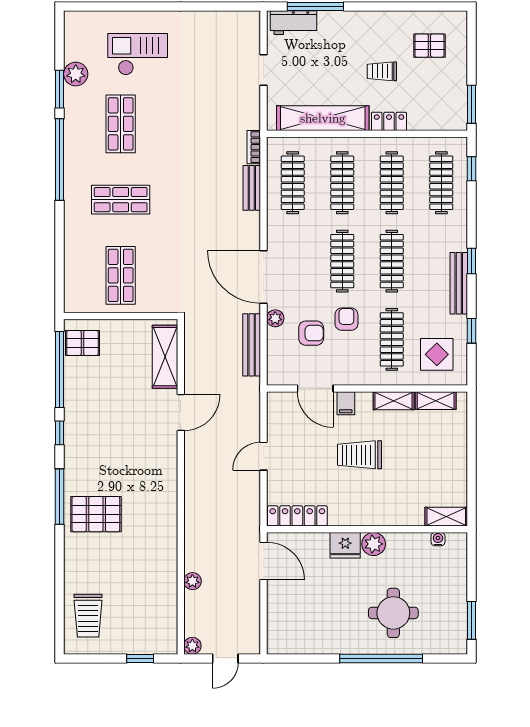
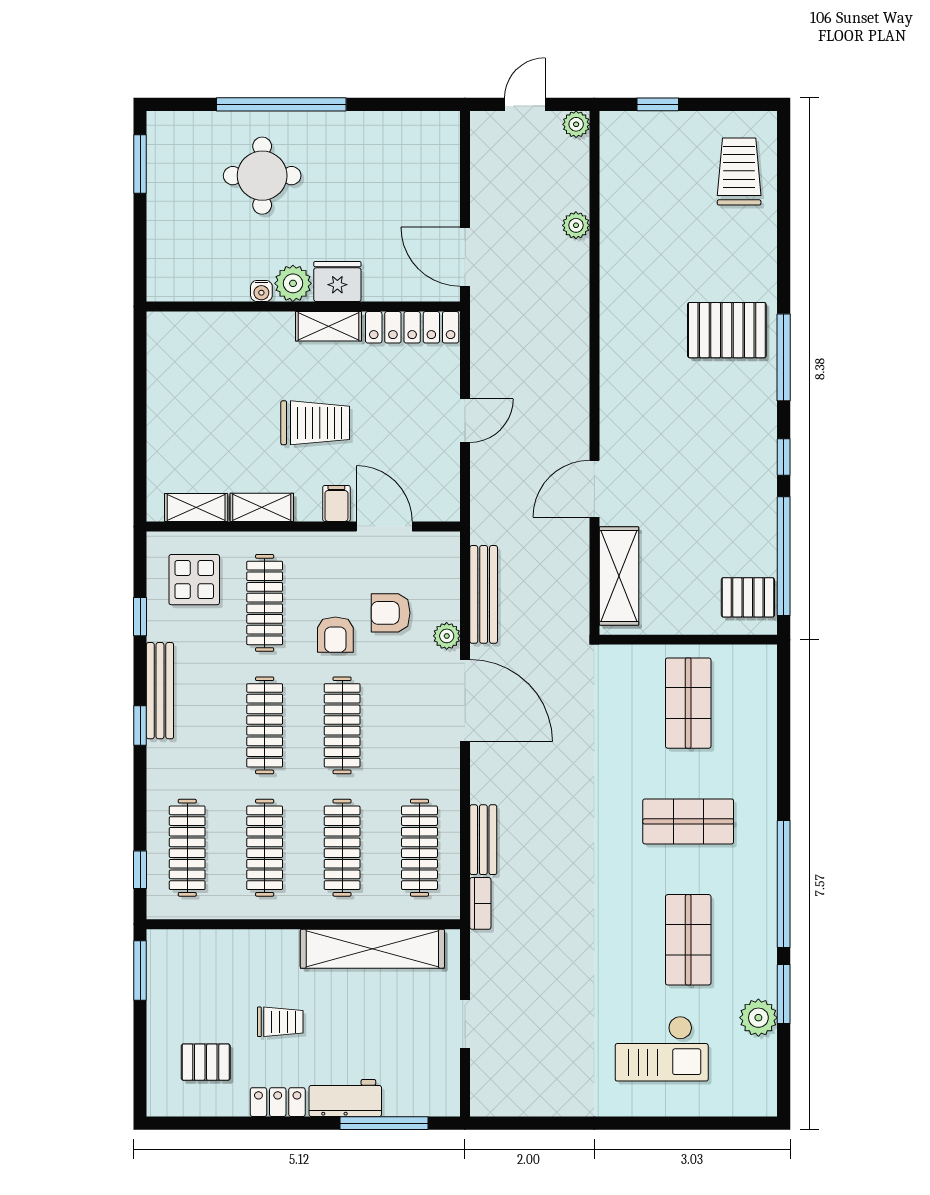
workbench: (294, 23) -> (345, 1098), moved
locker: (389, 121) -> (278, 1102), moved, turned 180
shelving: (446, 517) -> (329, 326), moved
water cooler: (438, 539) -> (261, 291), moved

